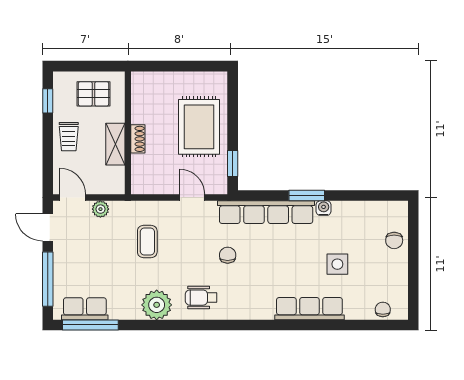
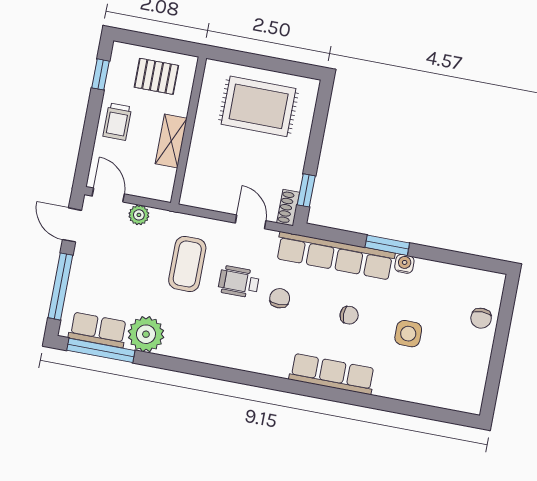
rug: (199, 127) -> (259, 106), moved, turned 90
shoe rack: (138, 139) -> (288, 208), moved, turned 180
coffee table: (147, 241) -> (187, 264), width x1.36, depth x1.30
wheelchair: (201, 298) -> (239, 282), moved
plant: (157, 305) -> (146, 334), moved
row of seats: (309, 309) -> (332, 374), moved
chair: (383, 309) -> (349, 315), moved, turned 90

